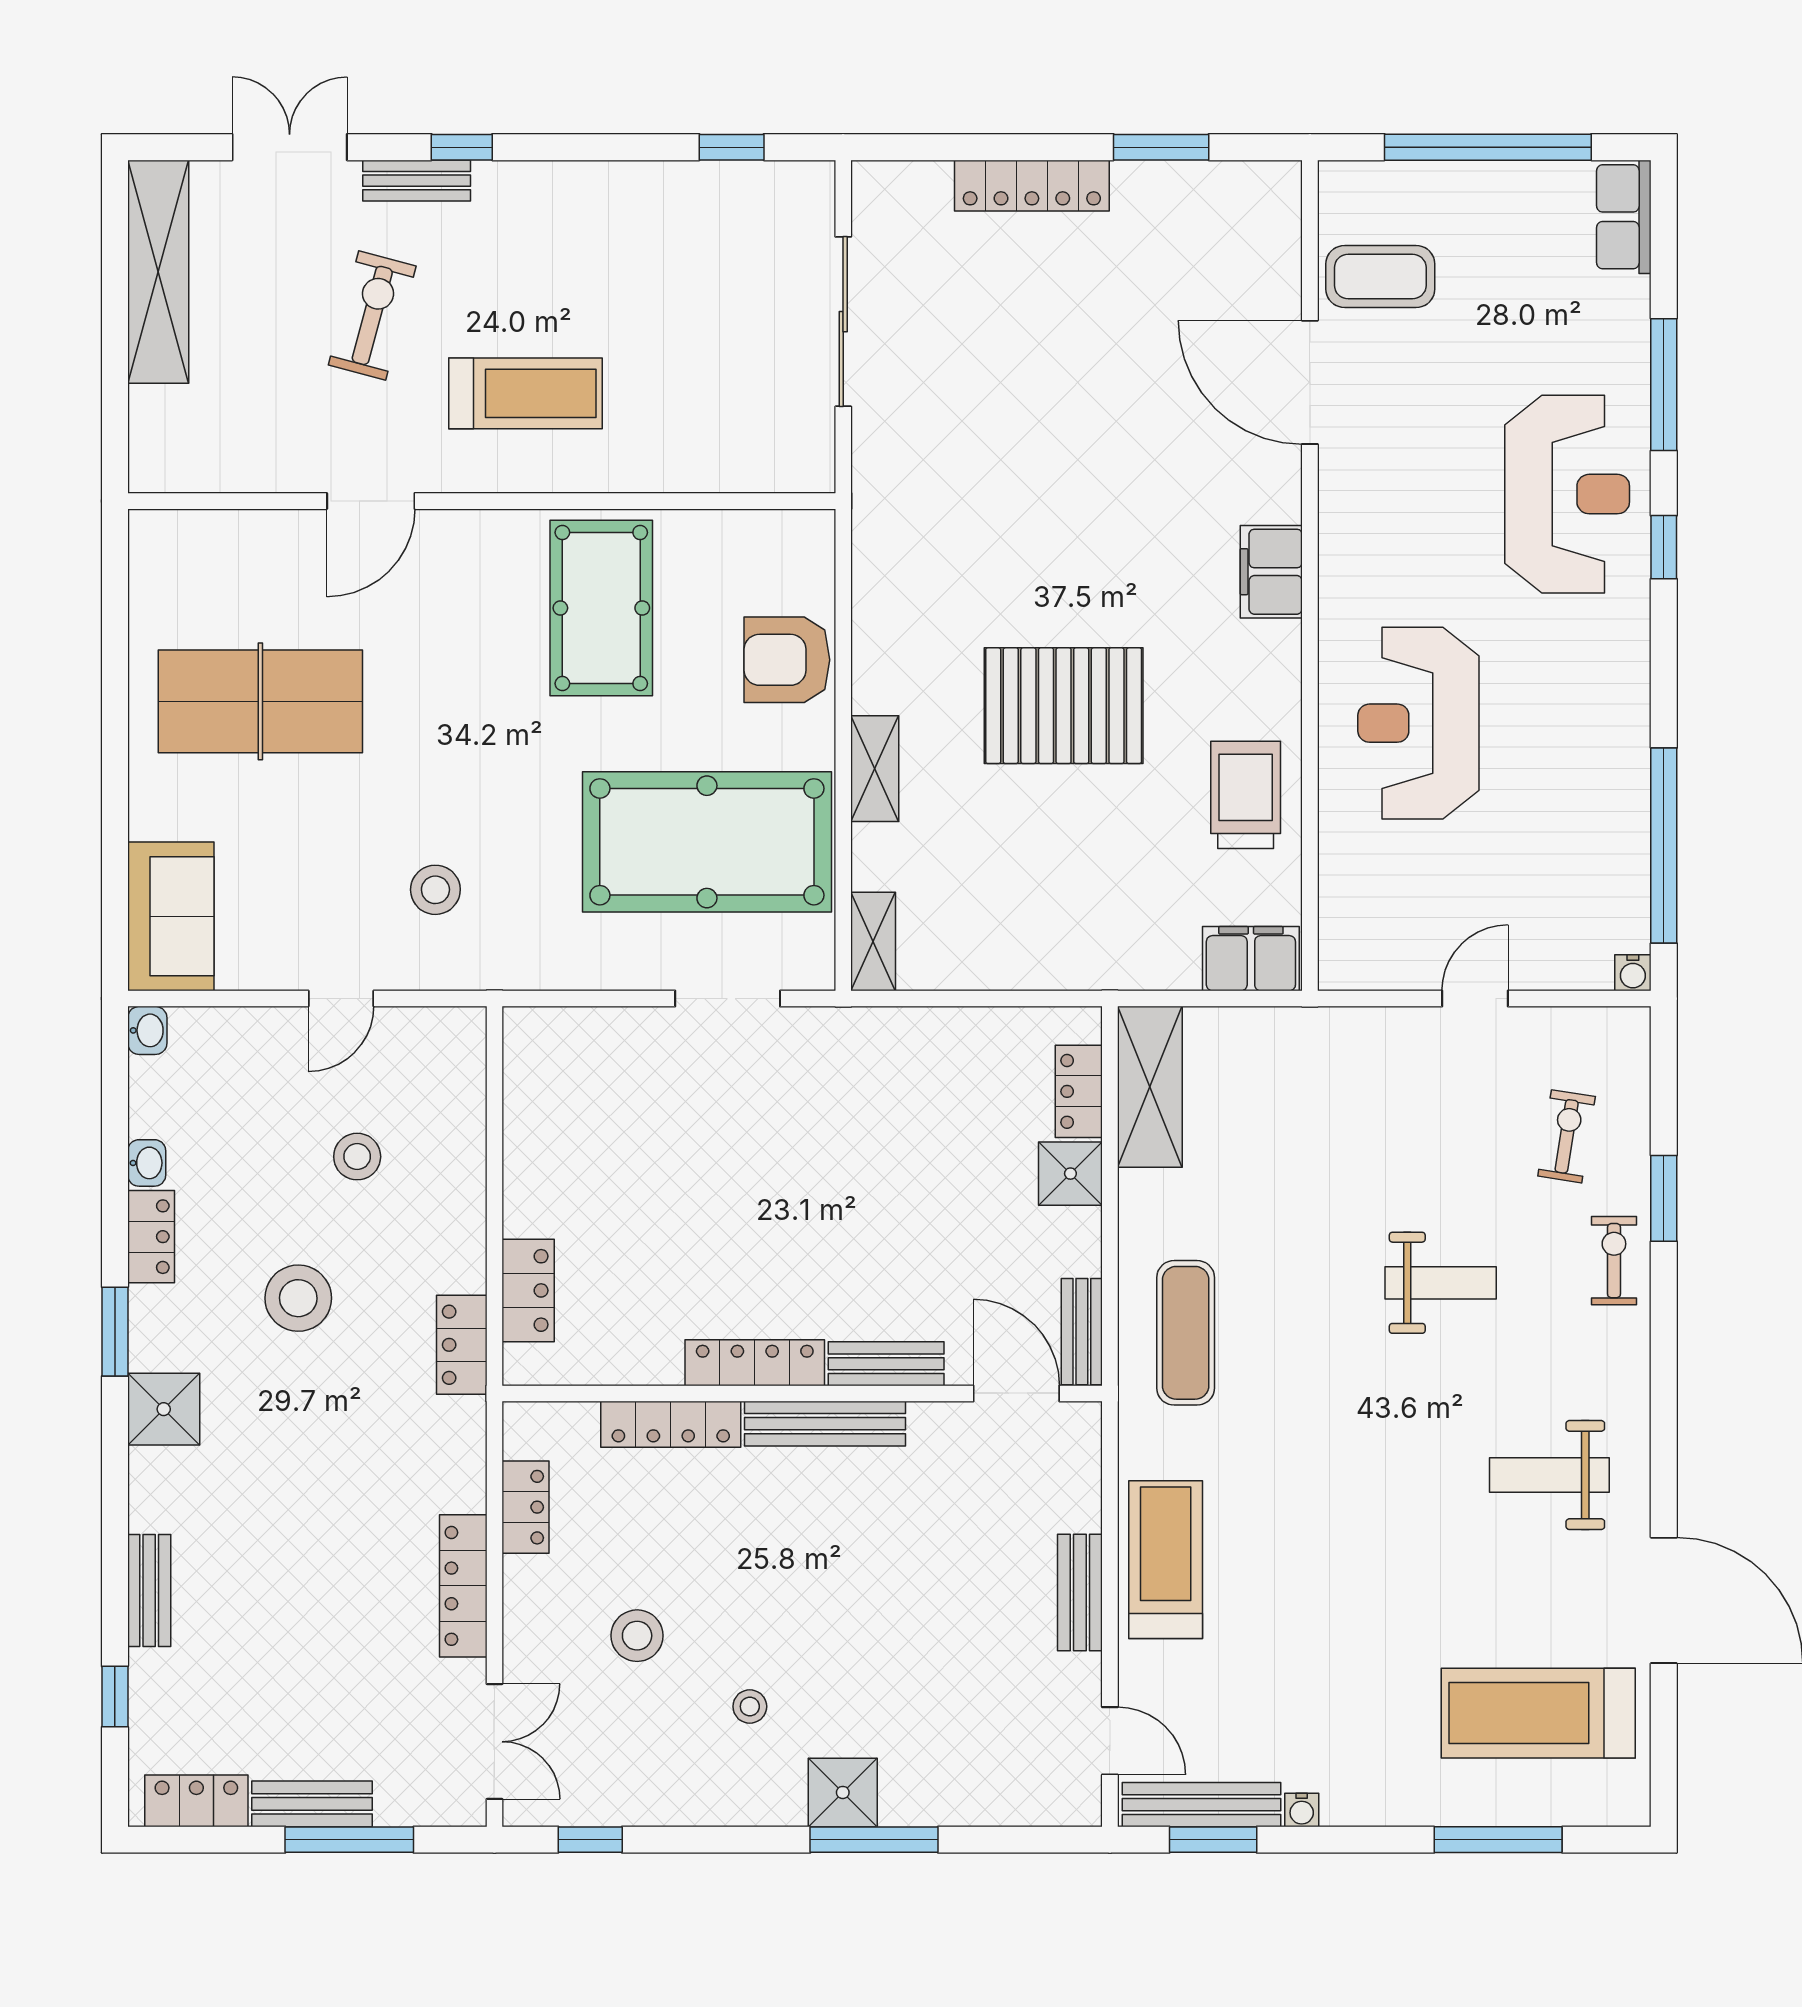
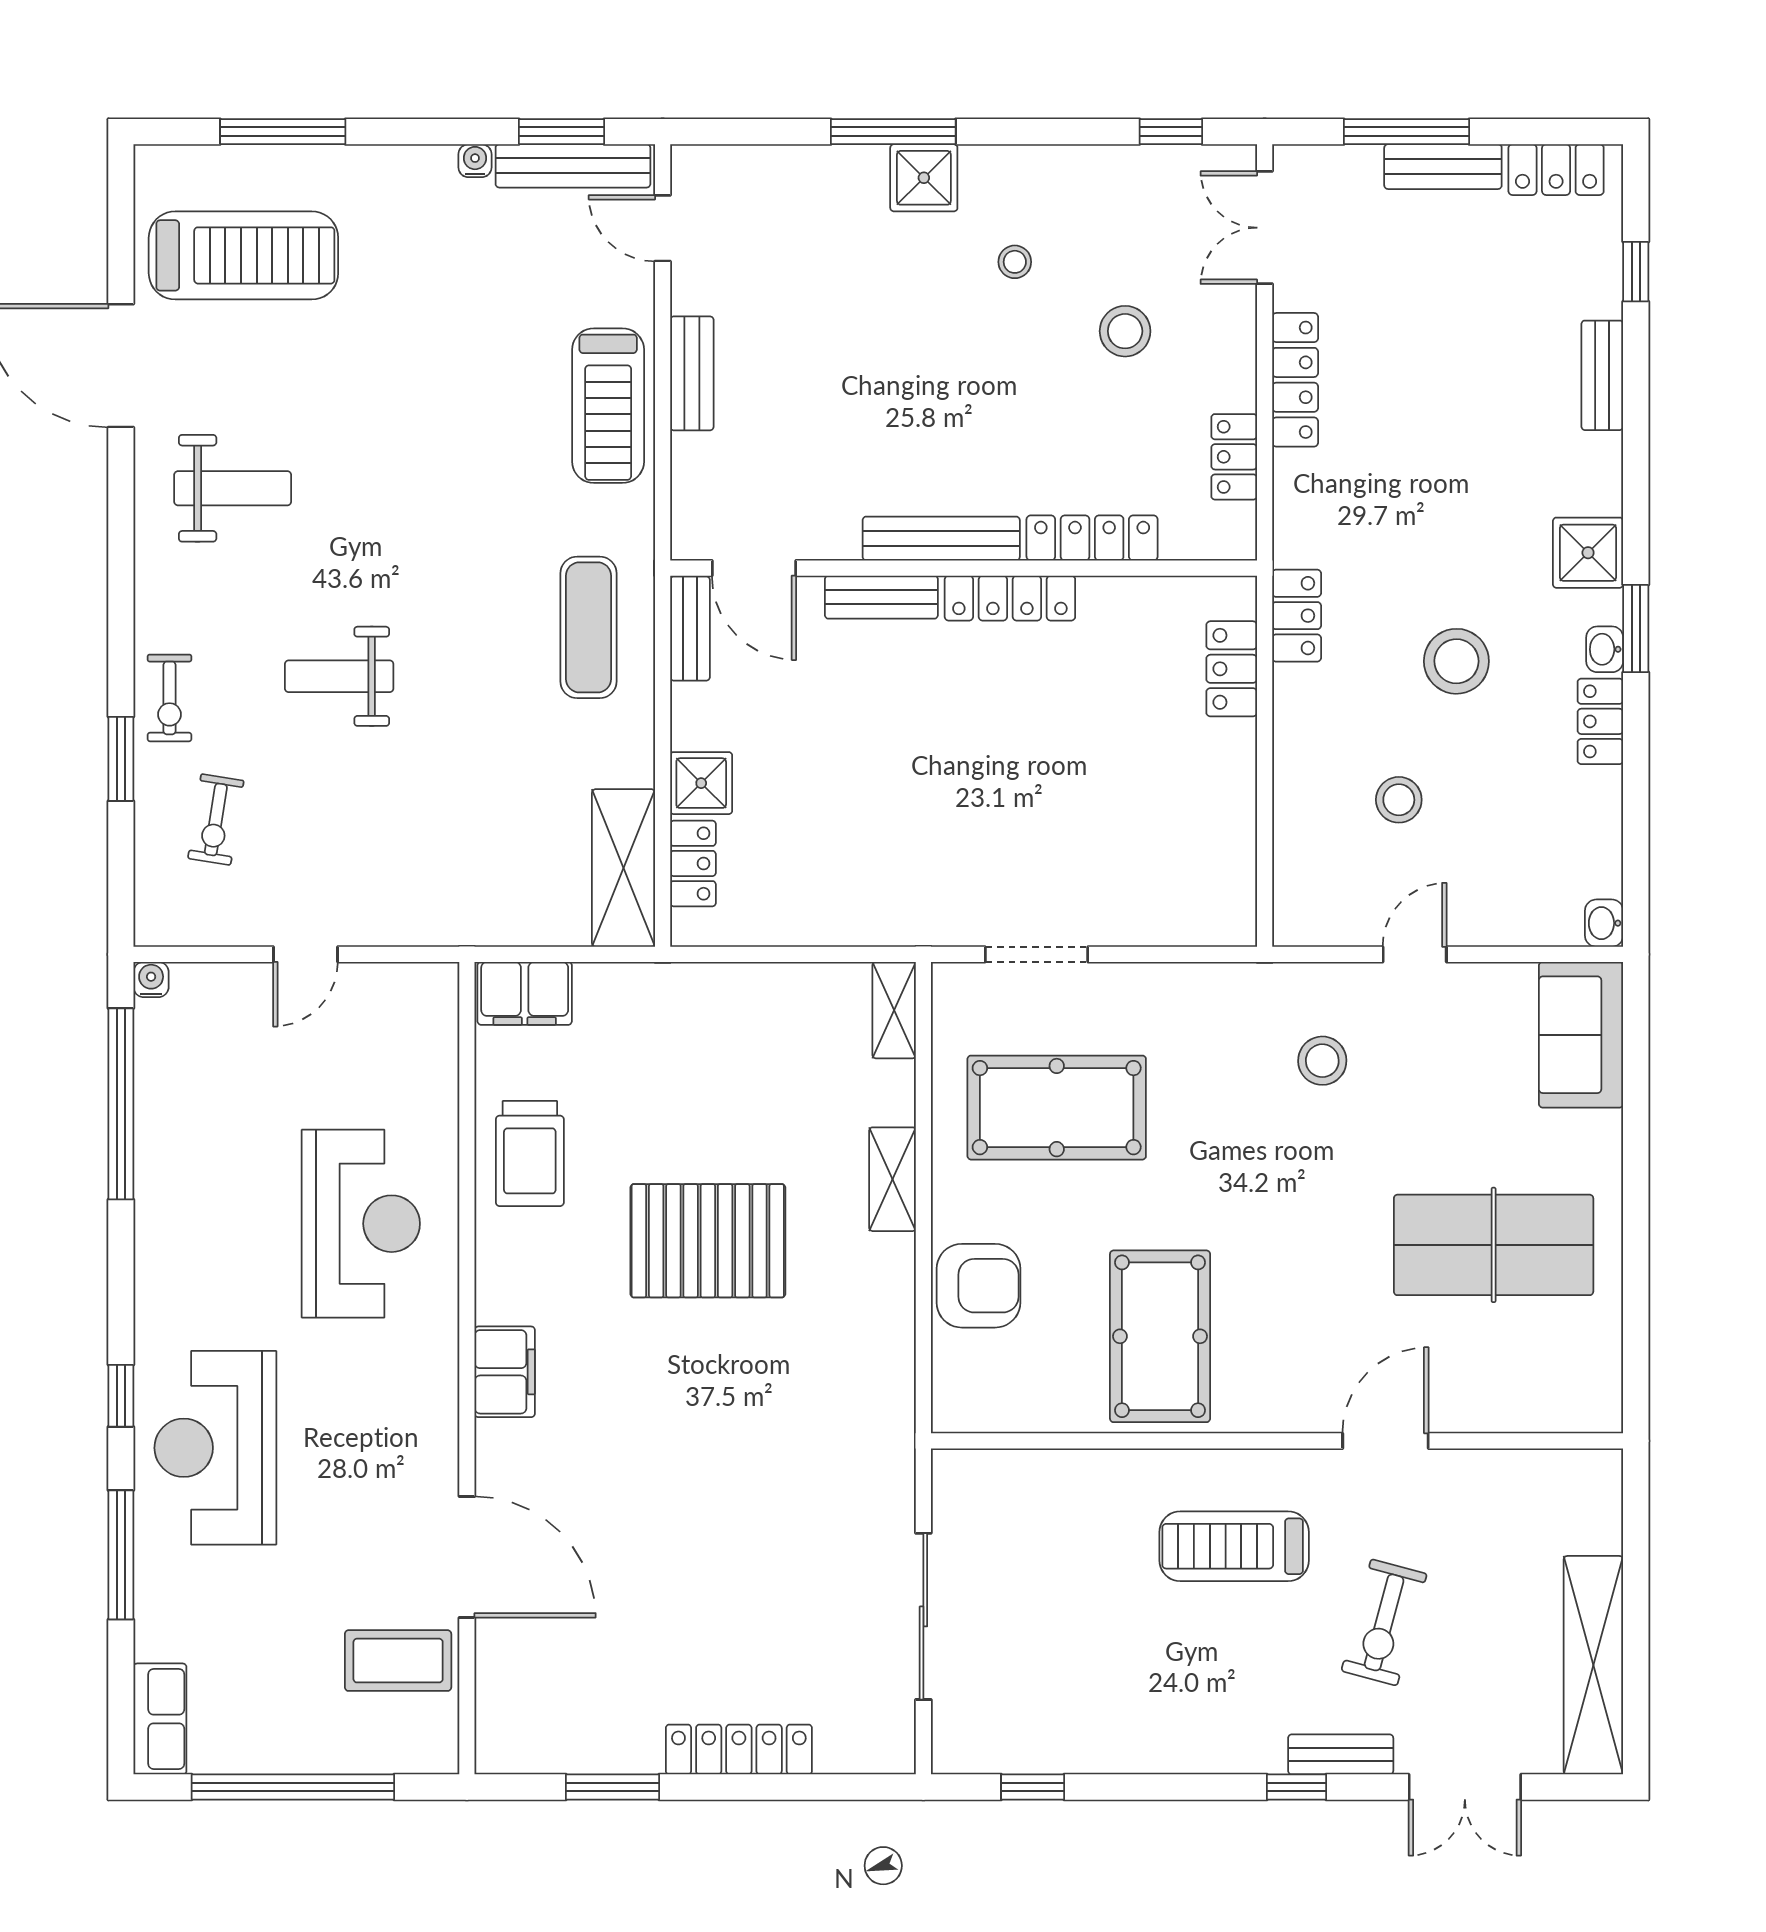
pool table: (707, 842) -> (1057, 1108), width x0.73, depth x0.76
washbasin: (147, 1163) -> (1605, 649), moved

